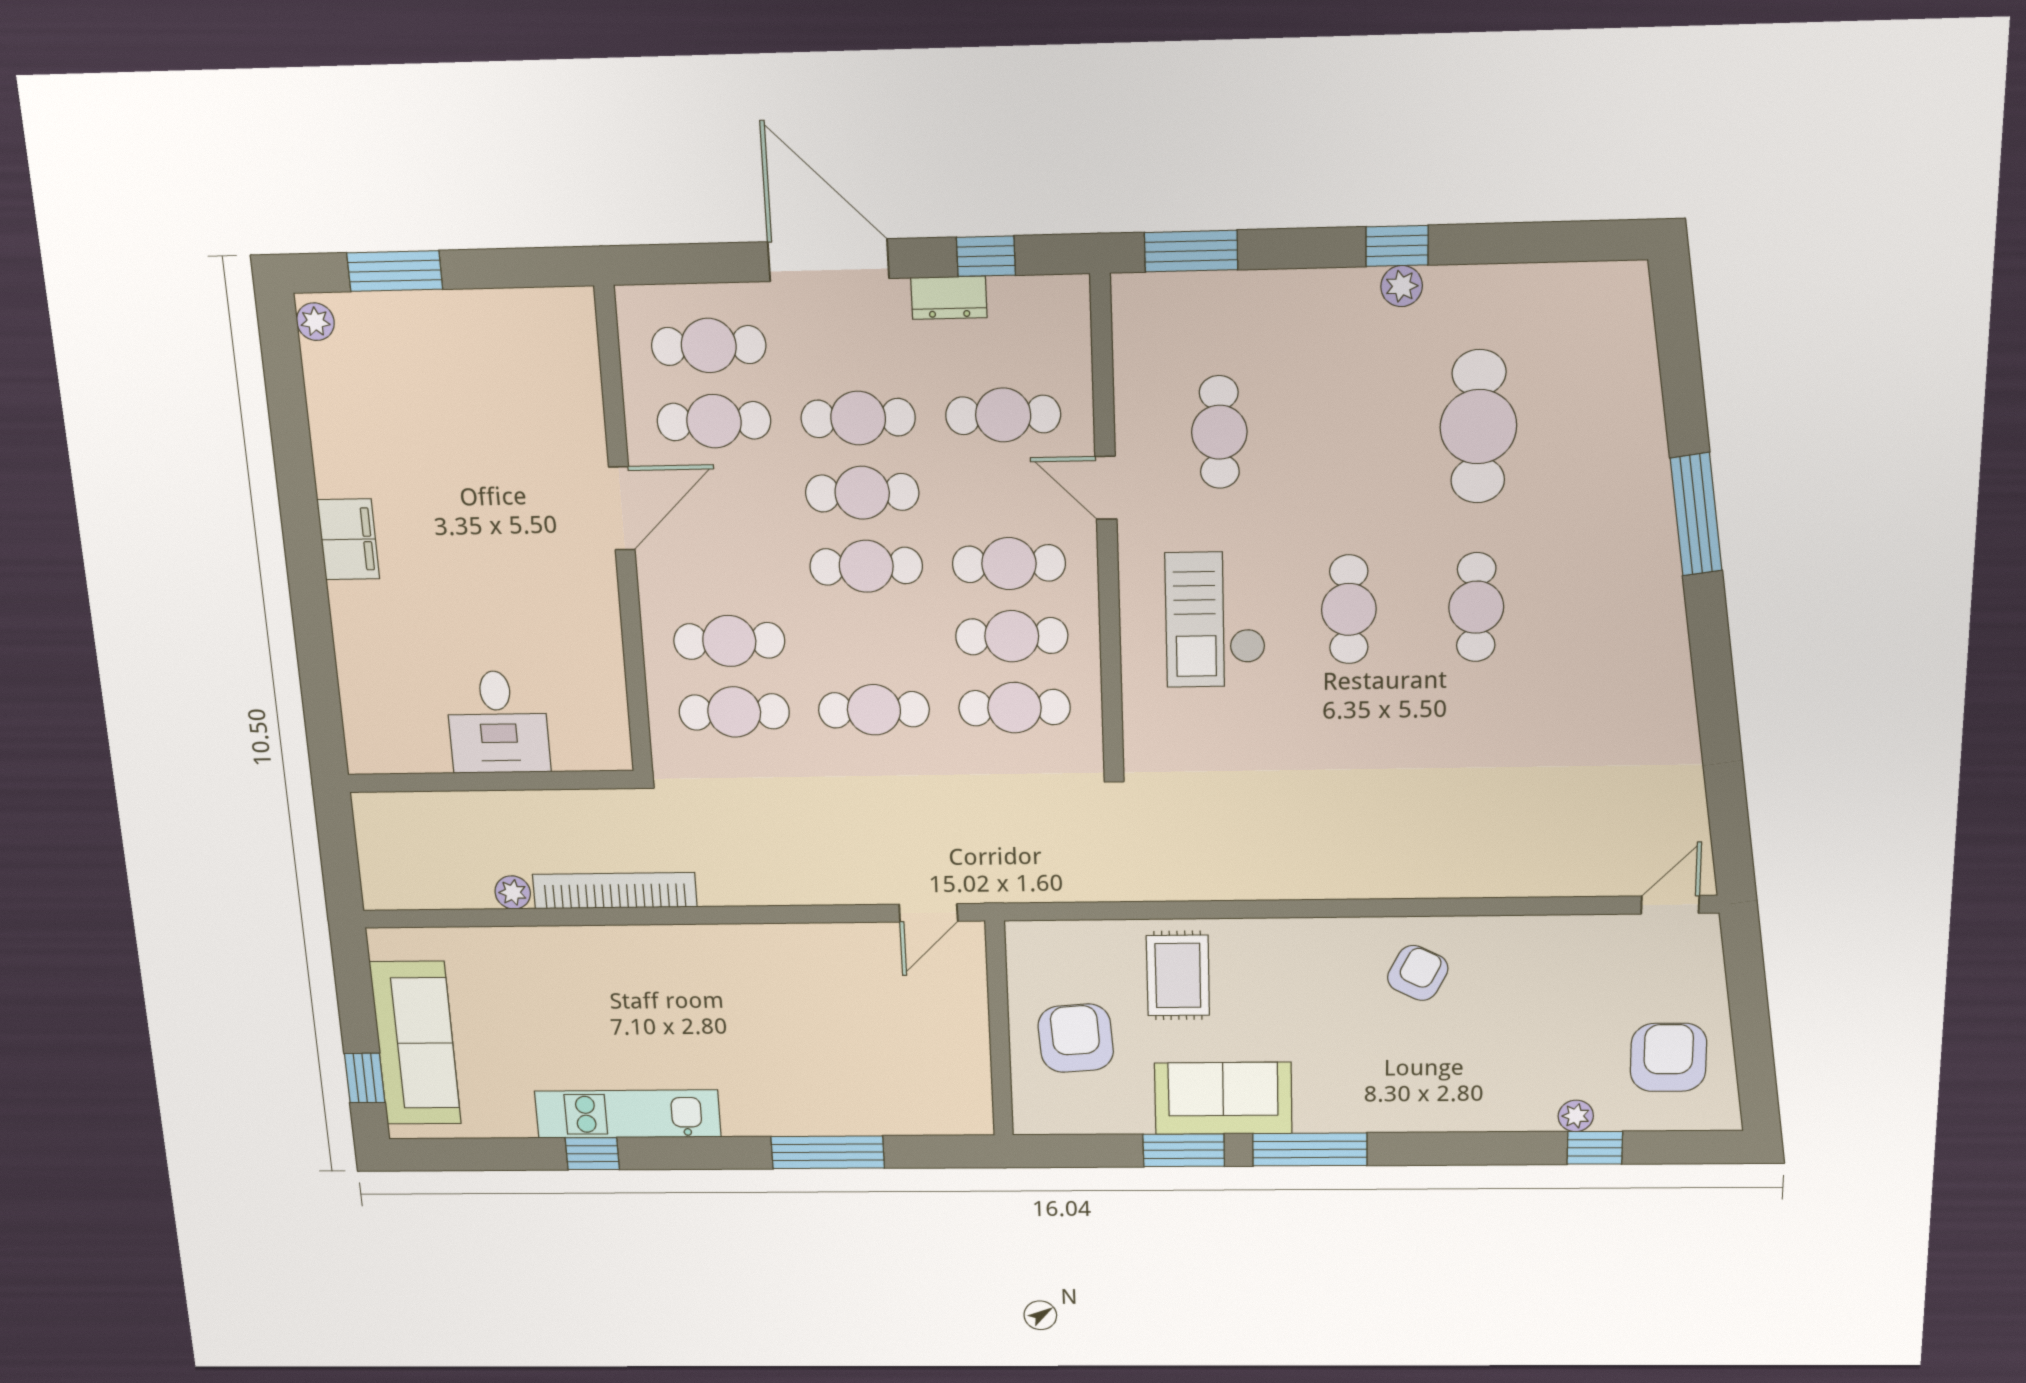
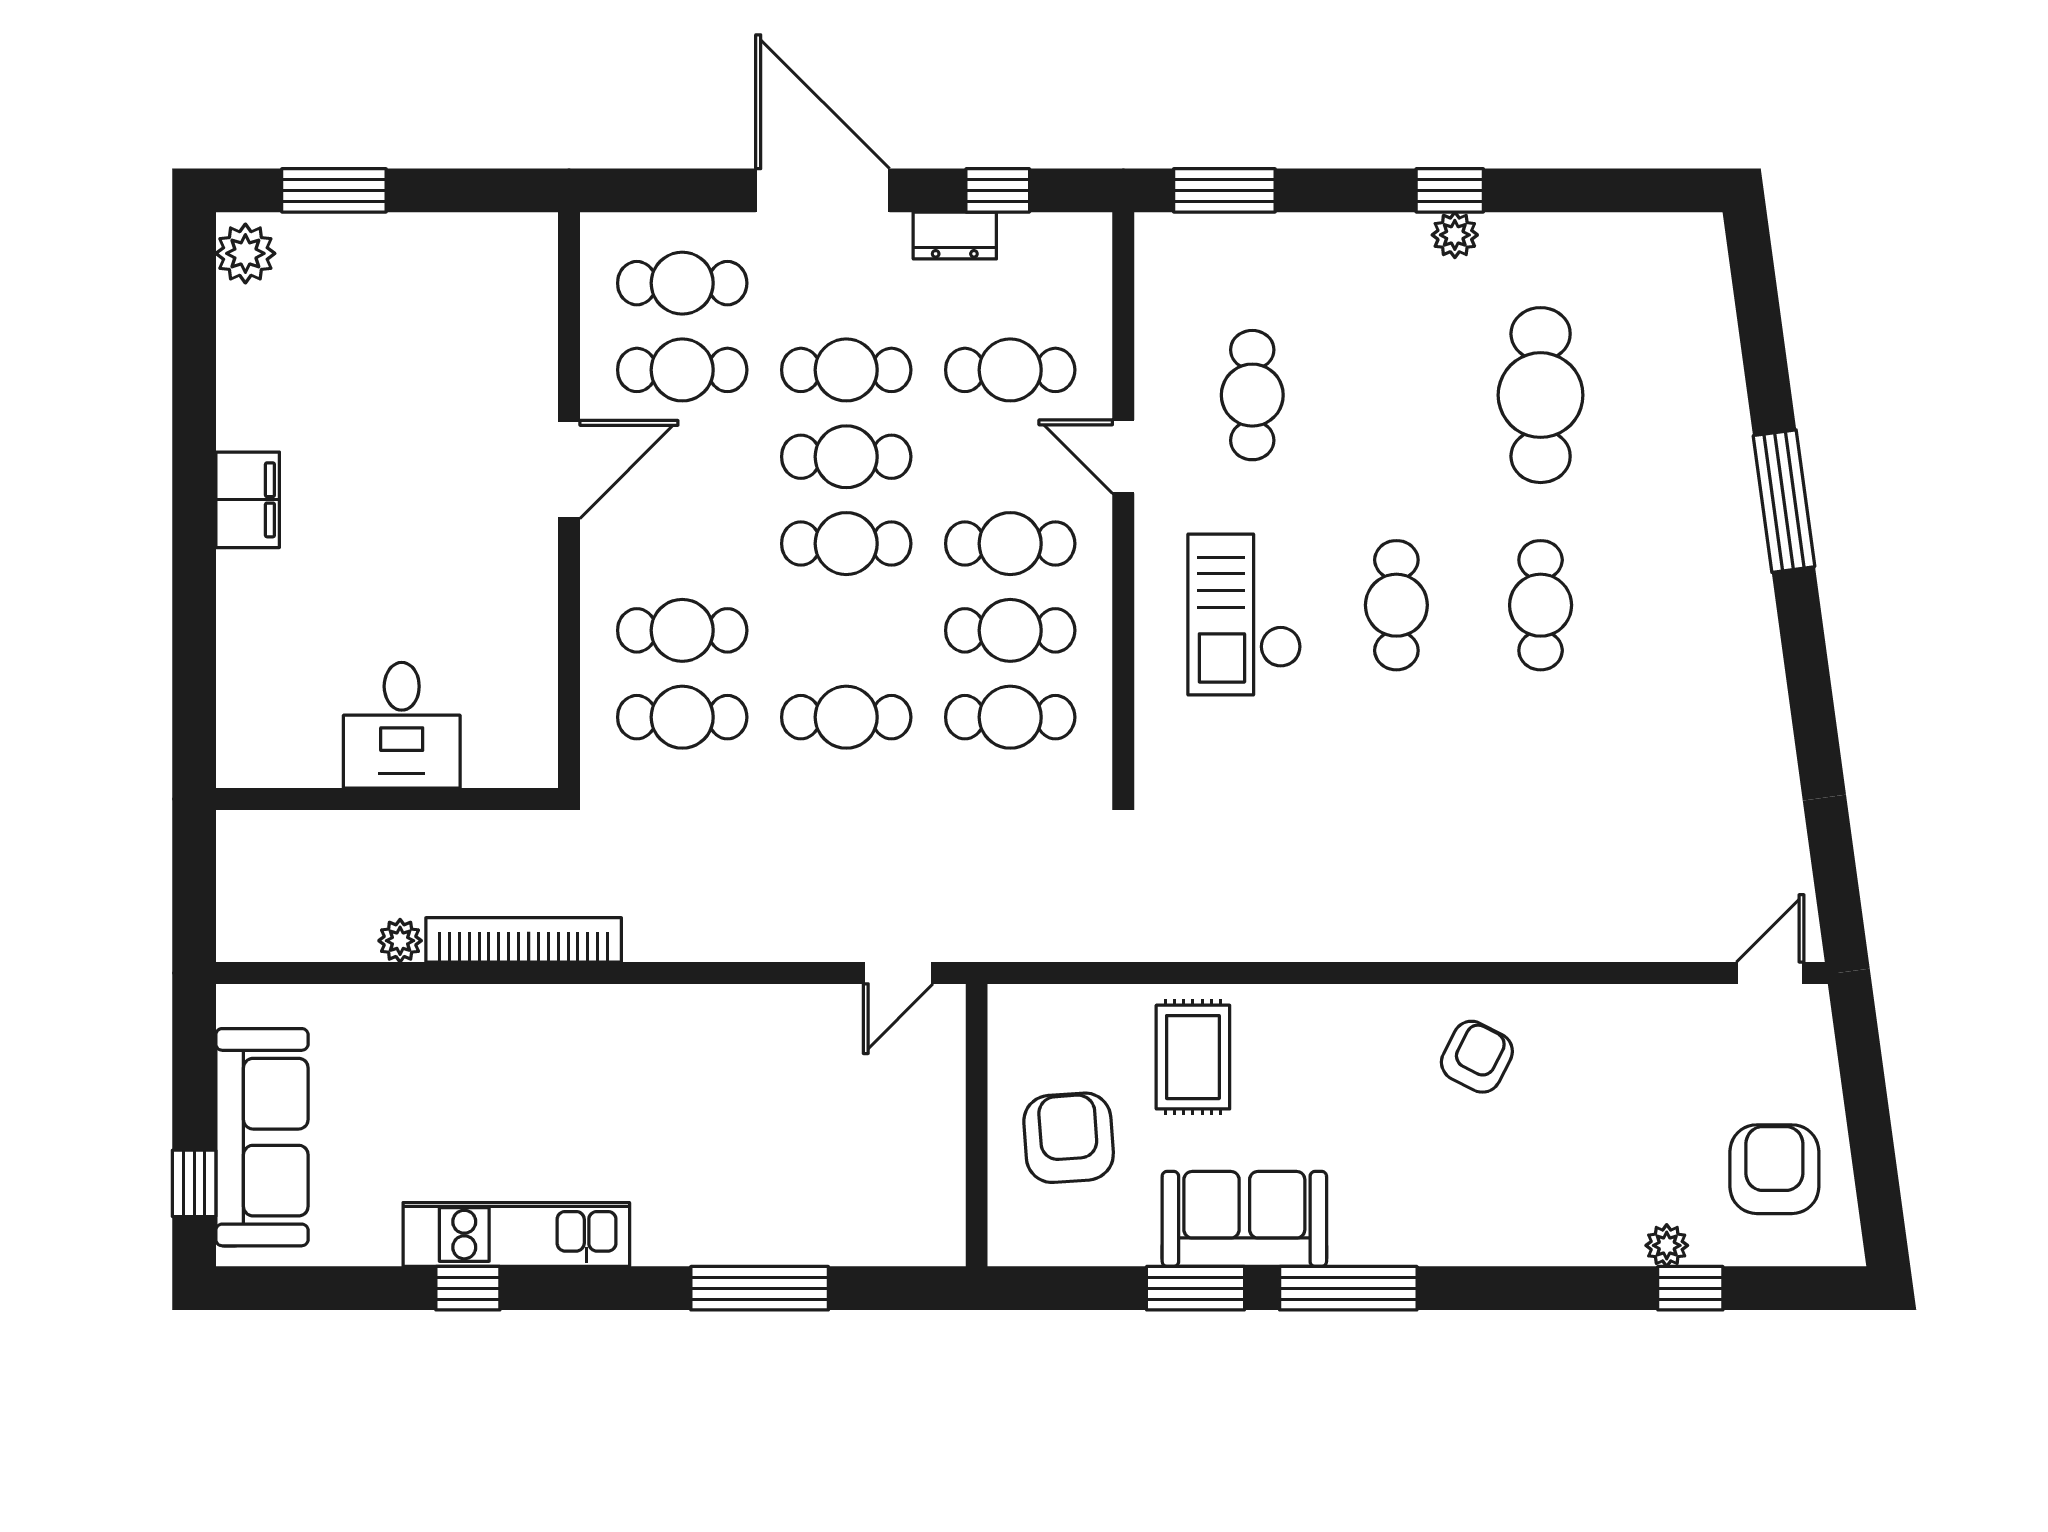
plant: (315, 322) -> (245, 253), width x1.38, depth x1.38

